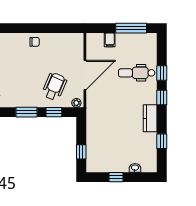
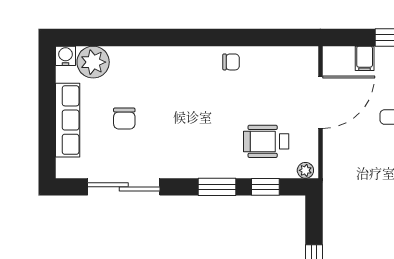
door: (85, 75) -> (320, 102), moved
wheelchair: (54, 87) -> (266, 141), turned -113

